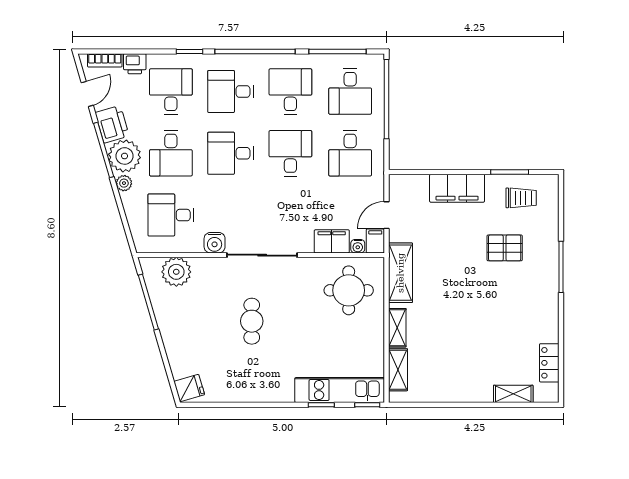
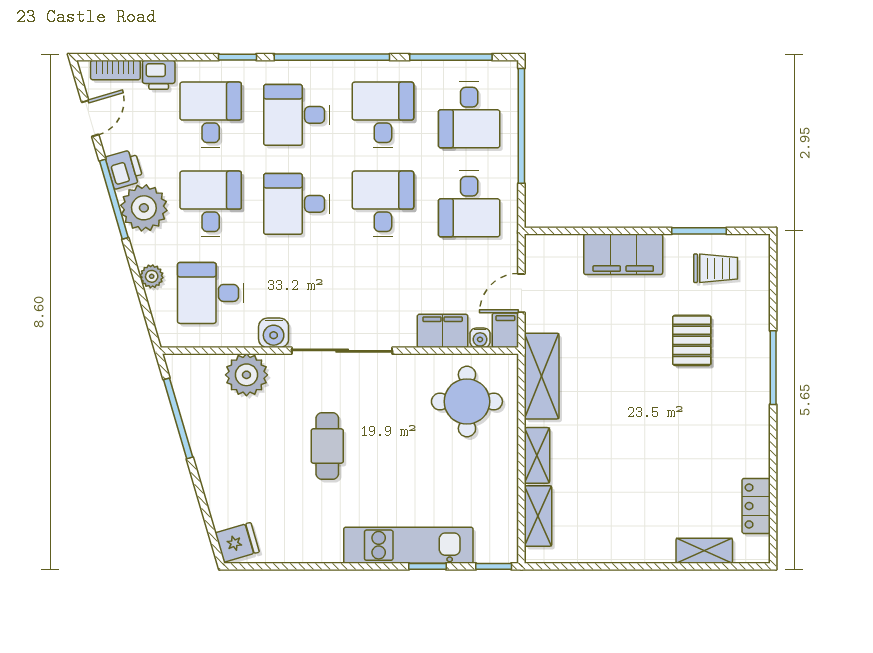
printer: (112, 124) -> (124, 169), width x0.73, depth x0.81
desk: (171, 153) -> (211, 204), turned 180
plant: (124, 183) -> (152, 276), moved
pallet: (505, 248) -> (692, 340), turned 90
plant: (176, 272) -> (246, 375), moved
kitchen unit: (340, 390) -> (408, 545), moved

